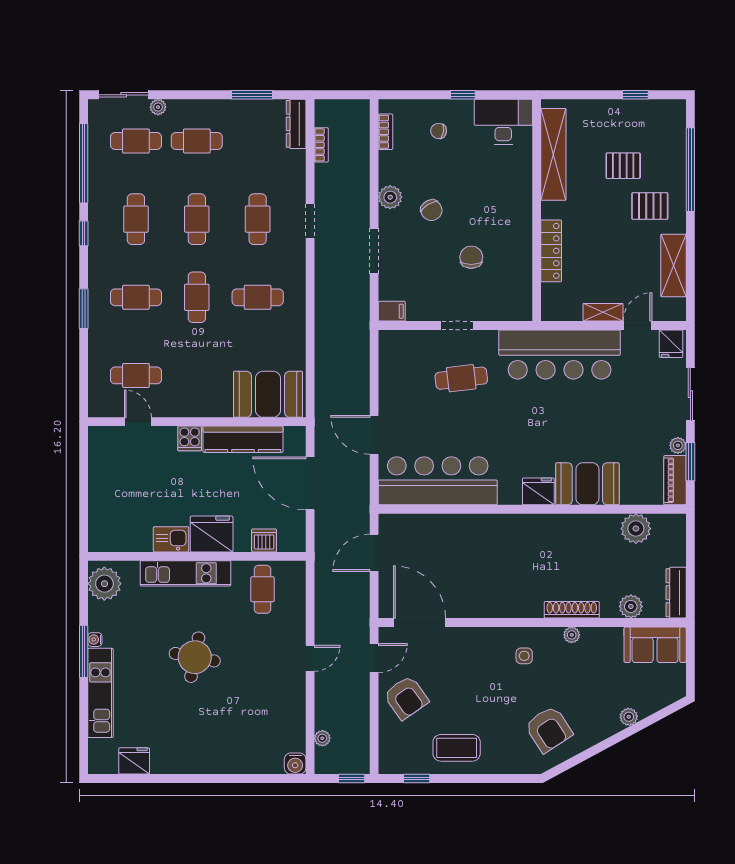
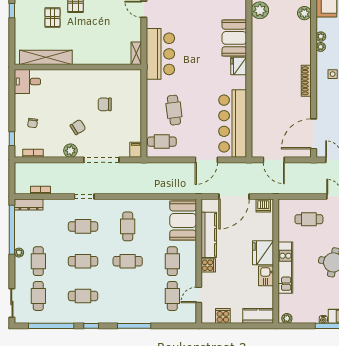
window: (252, 95) -> (12, 230), width x2.11
window: (463, 95) -> (12, 139), moved
plant: (158, 107) -> (19, 253), moved
desk: (503, 122) -> (27, 82), width x0.73
doorway: (374, 251) -> (101, 160), width x1.36
locker: (551, 251) -> (101, 59), removed
cafe table: (136, 297) -> (172, 261), moved
window: (84, 309) -> (134, 326), width x1.44
shelving: (603, 312) -> (136, 53), moved
doorway: (457, 326) -> (144, 112), removed
bar counter: (560, 354) -> (160, 54), width x0.73
cafe table: (406, 357) -> (162, 142), added
cooker: (101, 464) -> (223, 316), added
kitchen counter: (101, 525) -> (258, 316), added
dishwasher: (264, 540) -> (263, 206), moved, turned -90
plant: (104, 584) -> (287, 318), width x0.53, depth x0.53
cafe table: (263, 589) -> (309, 219), moved
shoe rack: (572, 610) -> (306, 81), moved
plant: (590, 635) -> (321, 37), added

